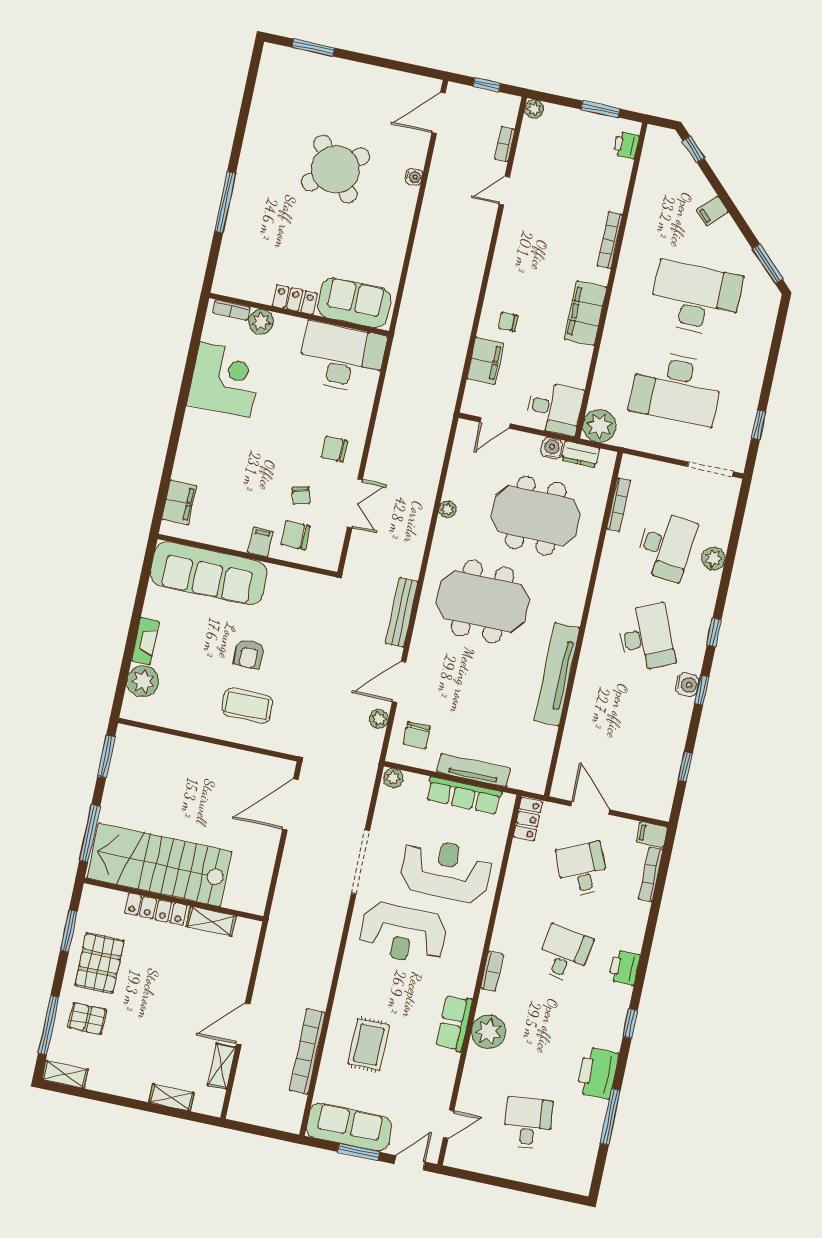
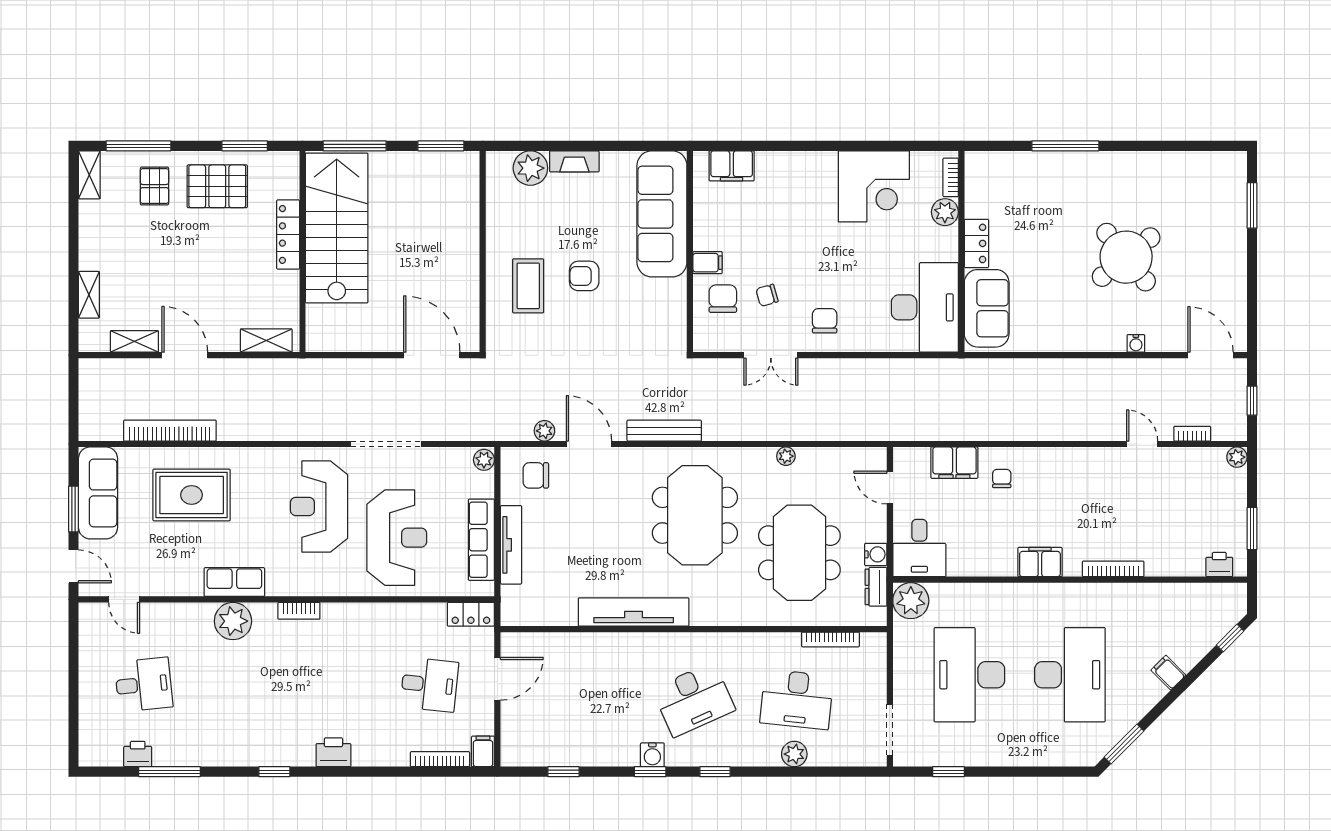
filing cabinet: (586, 313) -> (1040, 562), width x0.67, depth x0.86
desk: (582, 869) -> (429, 685), turned 30
shelving: (211, 921) -> (266, 341), moved, turned 90
desk: (564, 954) -> (334, 685), removed
rug: (369, 1045) -> (192, 495), width x1.36, depth x1.43
printer: (598, 1073) -> (138, 754), moved, width x0.53, depth x0.68

